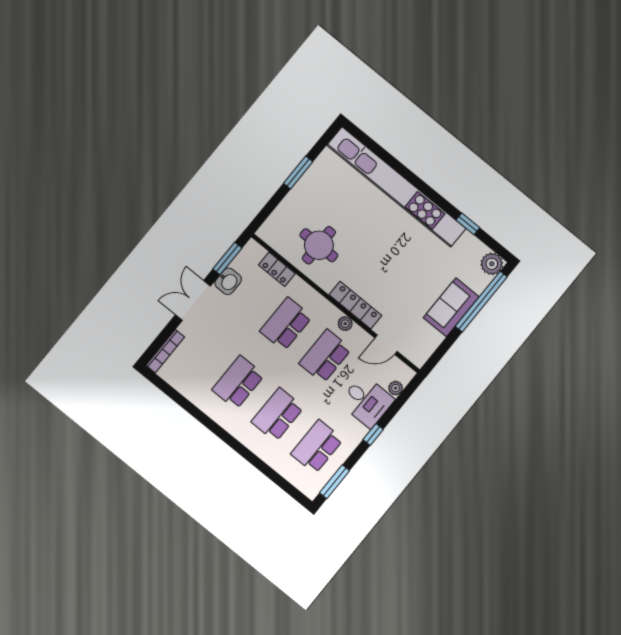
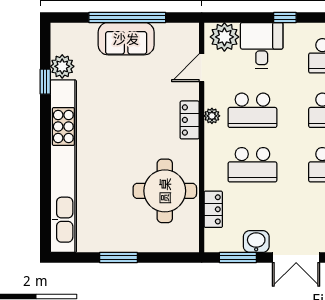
round table: (319, 245) -> (165, 191), width x1.36, depth x1.36
plant: (492, 264) -> (62, 66), moved
window: (481, 302) -> (127, 17), moved
locker: (355, 305) -> (190, 120), width x0.66
door: (386, 345) -> (202, 68), swing flipped
plant: (396, 388) -> (224, 37), width x1.88, depth x1.88

